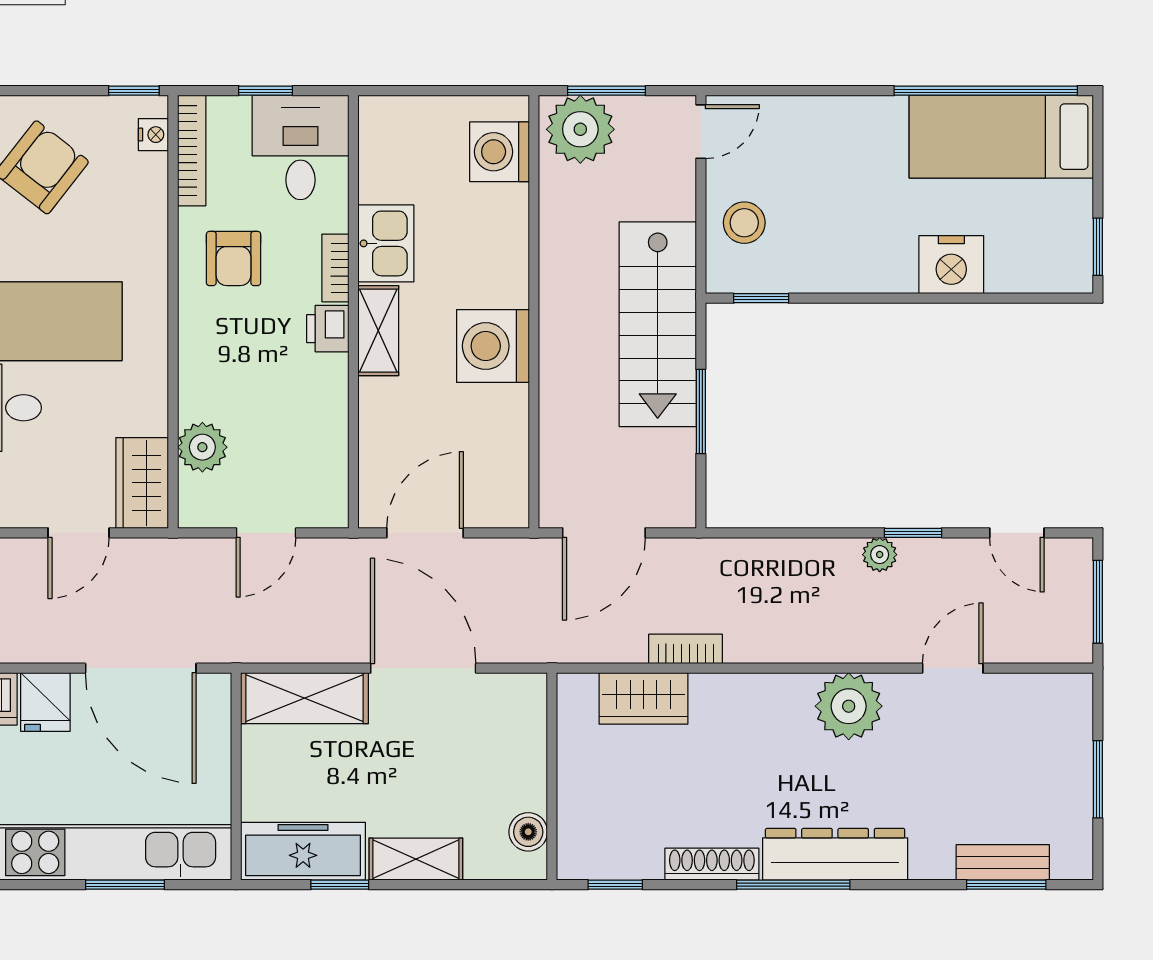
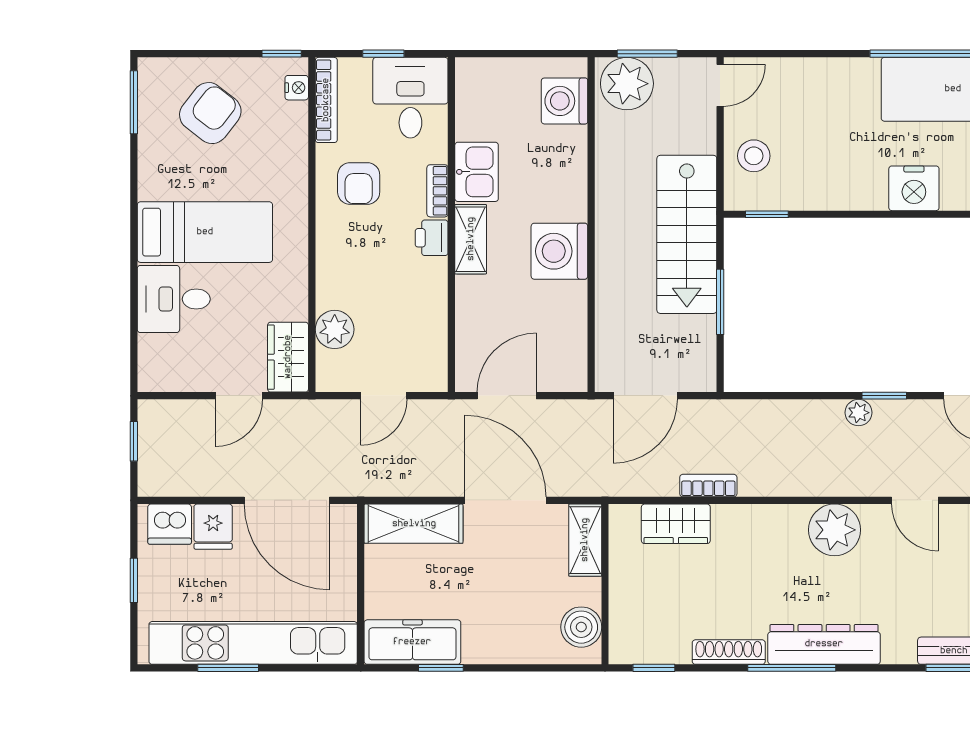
door: (953, 668) -> (915, 500), swing flipped
boiler: (528, 832) -> (581, 627), width x1.36, depth x1.36
shelving: (416, 859) -> (585, 540), moved, turned 90
window: (125, 885) -> (228, 668), moved

